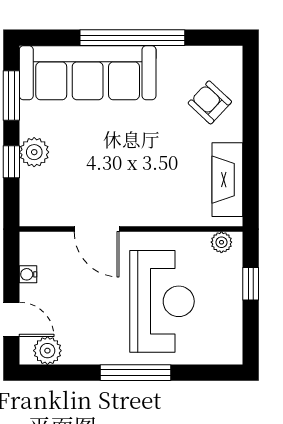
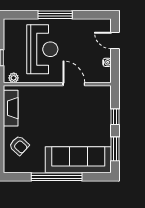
plant: (34, 152) -> (104, 121), removed
reception desk: (162, 301) -> (42, 49), turned 180
plant: (47, 351) -> (98, 25), removed

